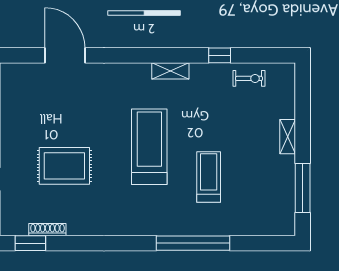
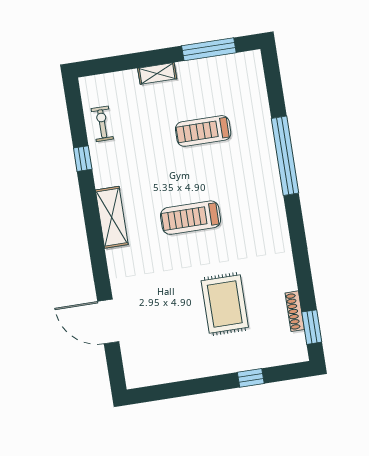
door: (65, 55) -> (108, 322), hinge flipped
shelving: (170, 71) -> (112, 217), width x1.50, depth x1.33
treadmill: (149, 147) -> (191, 218), width x0.73, depth x0.73
treadmill: (209, 177) -> (203, 131), moved

